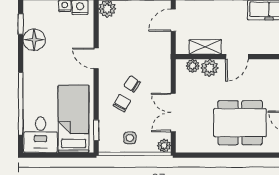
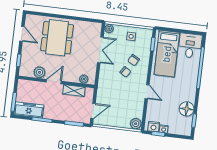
plant: (209, 68) -> (39, 72), moved
dining table: (240, 123) -> (57, 38), turned 90

